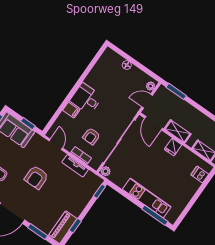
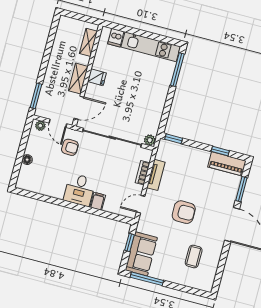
armchair: (91, 136) -> (70, 147), moved
kitchen unit: (147, 198) -> (151, 47), moved, turned -90

